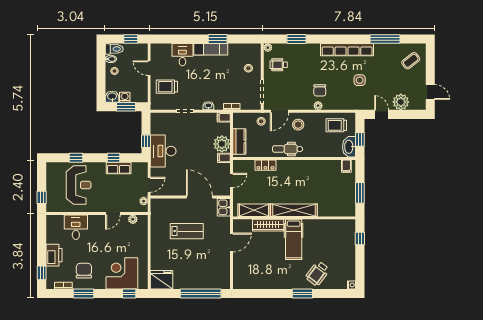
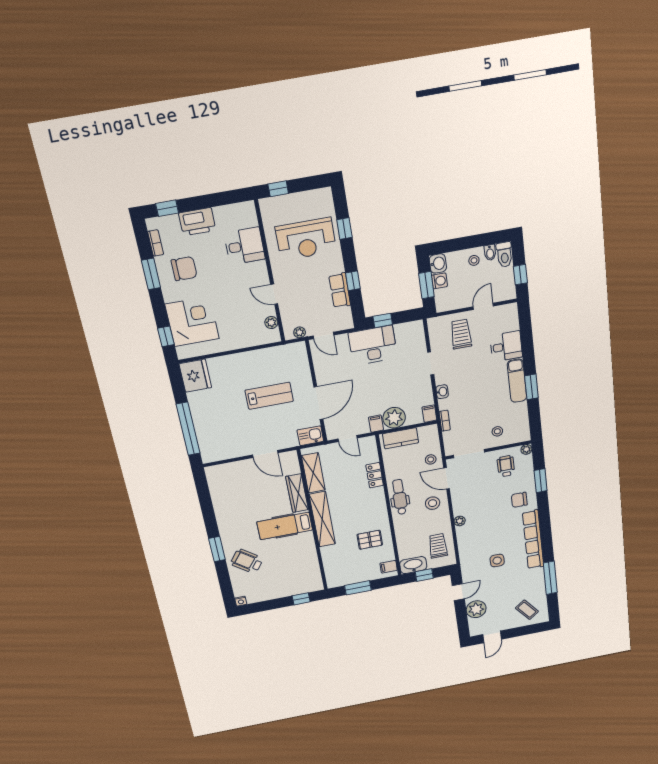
chair: (320, 90) -> (519, 500), moved
pallet: (319, 177) -> (370, 540), added
lab bench: (187, 231) -> (269, 396), turned -90

